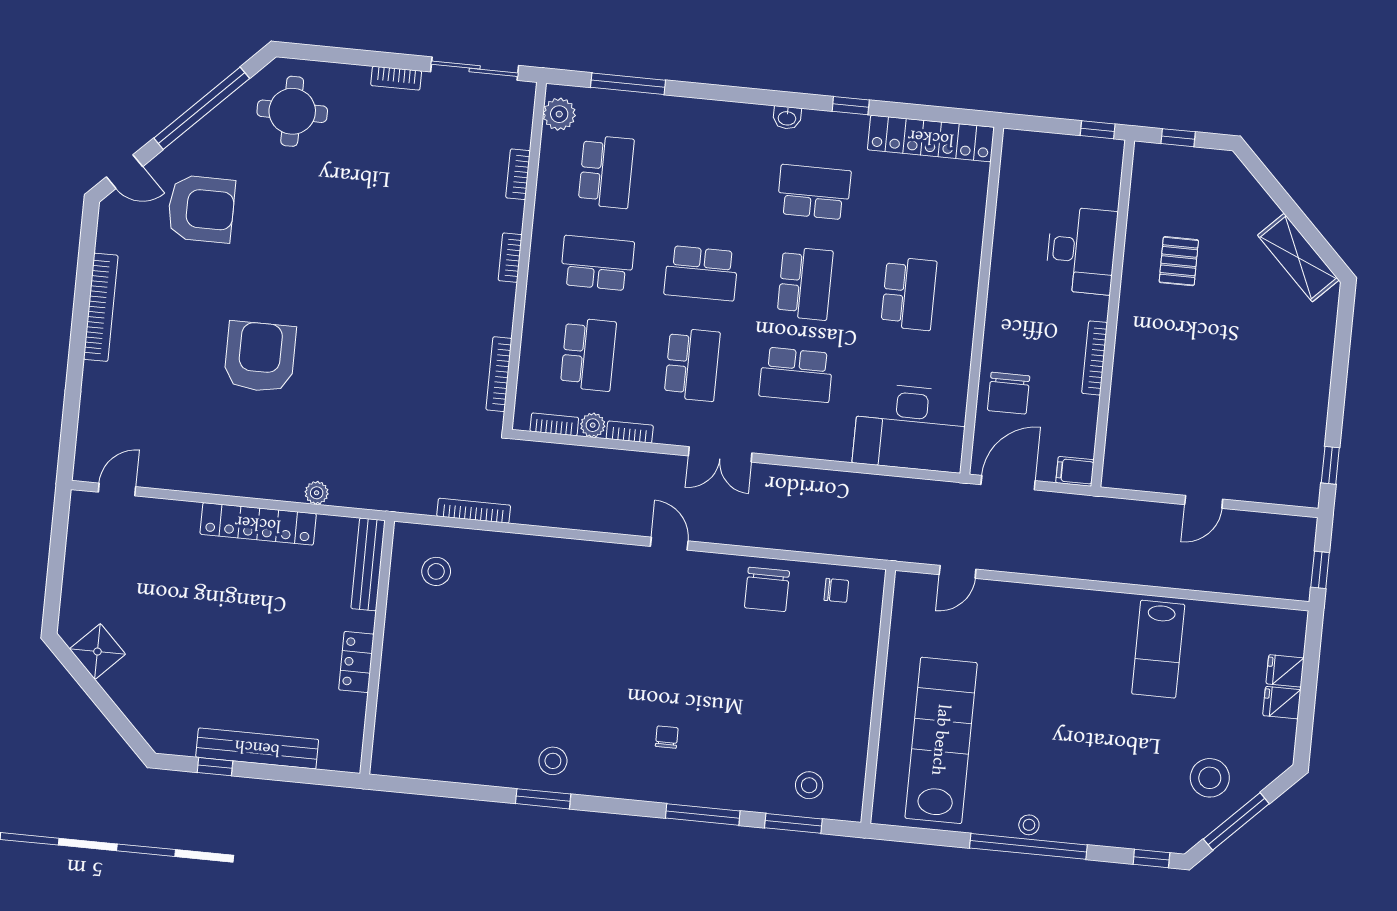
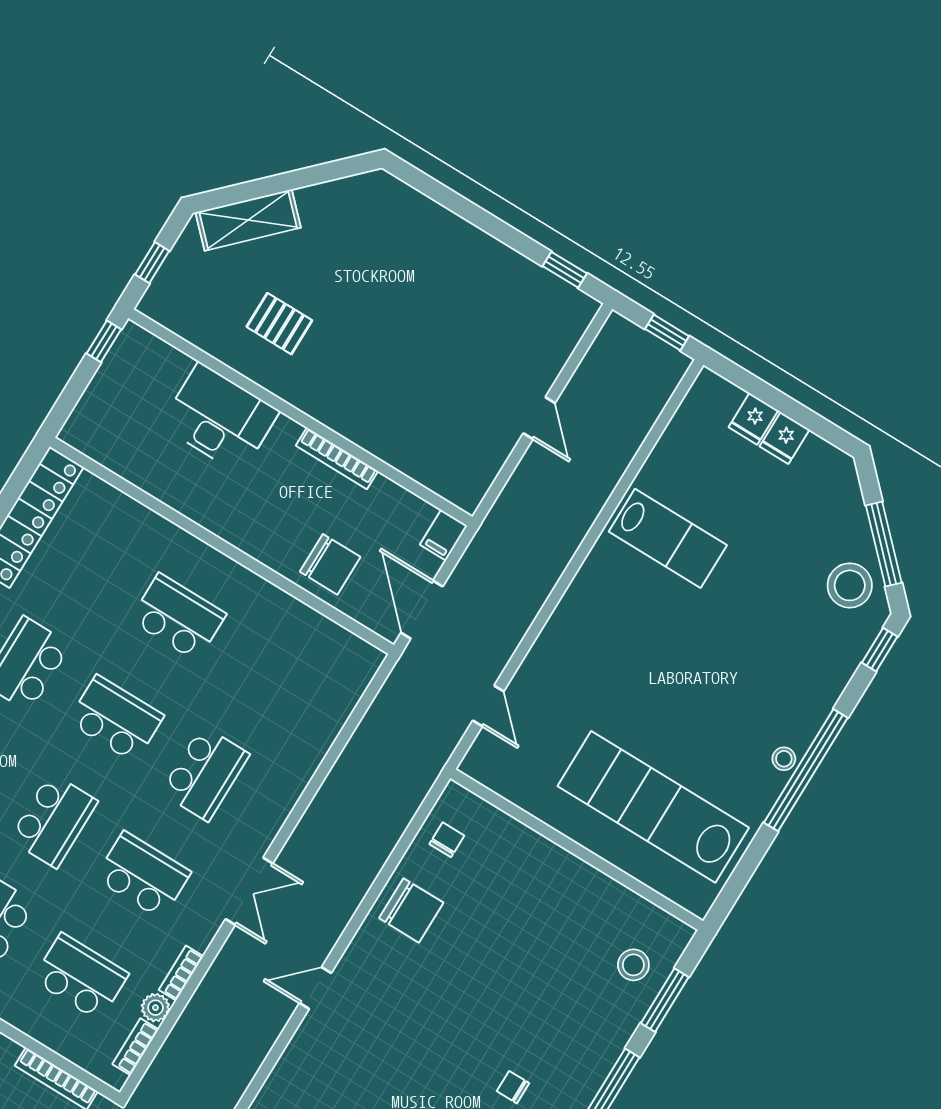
shelving: (1298, 258) -> (248, 220), moved
desk: (910, 428) -> (317, 683), removed
stool: (1210, 778) -> (850, 585), moved

